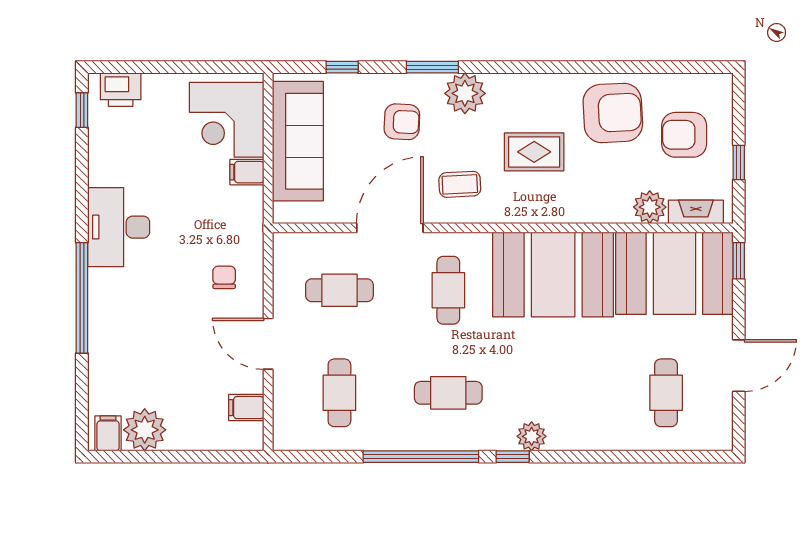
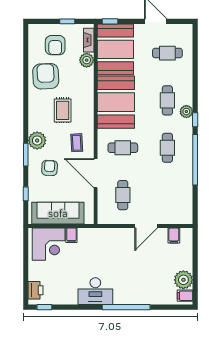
chair: (224, 277) -> (117, 245), removed
cafe table: (339, 393) -> (167, 100), moved, turned 90

